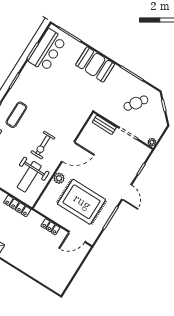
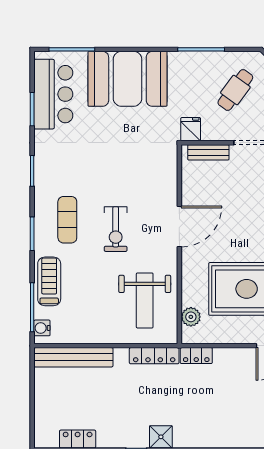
booth: (95, 65) -> (127, 79), width x1.36, depth x1.42
fridge: (103, 108) -> (191, 129), added
exercise bike: (43, 145) -> (116, 229), moved
plant: (59, 178) -> (191, 317), moved
locker: (50, 227) -> (196, 356), moved

